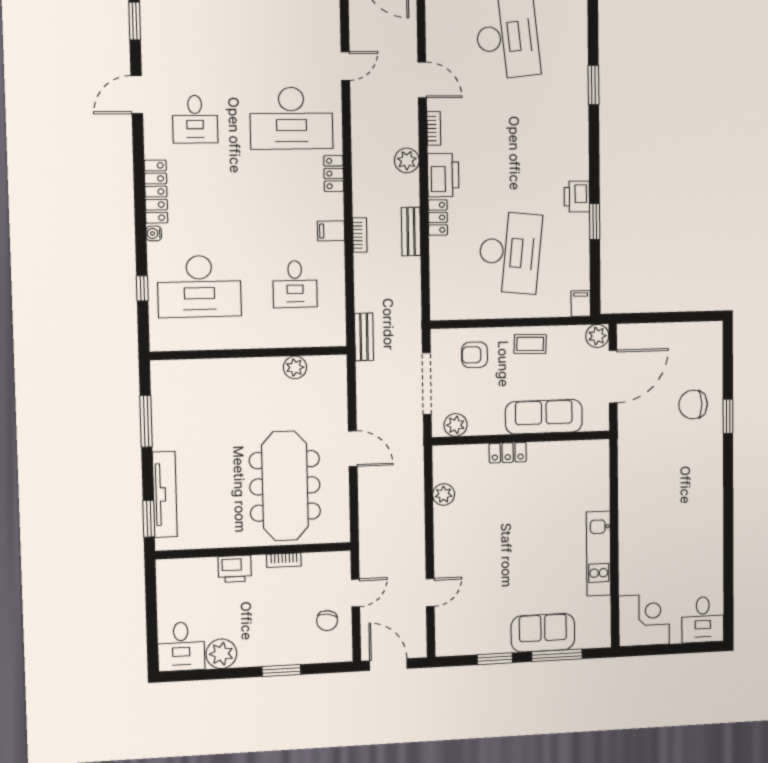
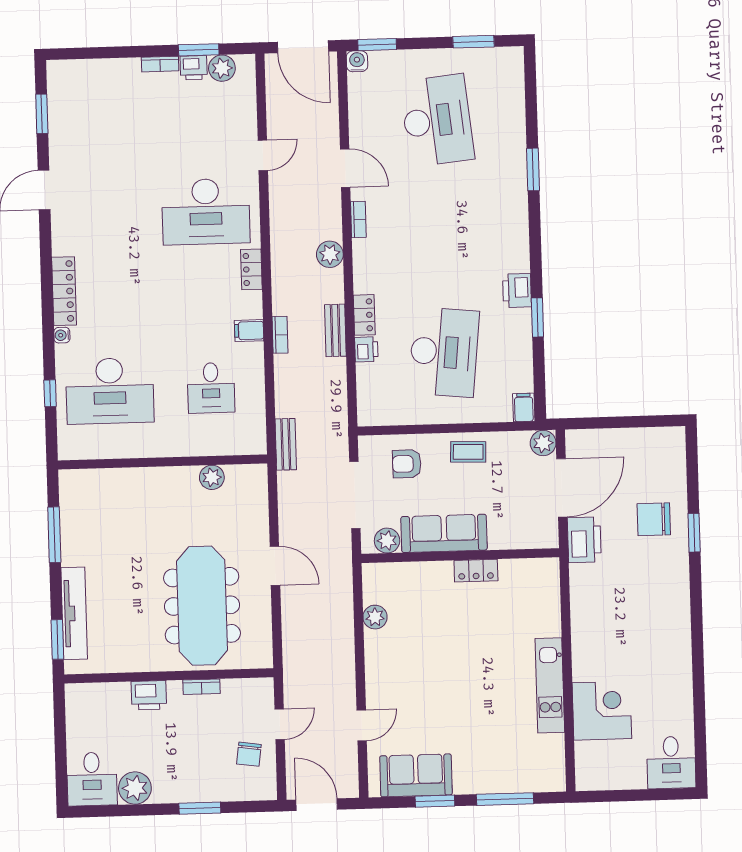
desk: (195, 119) -> (105, 215), removed
printer: (443, 175) -> (366, 349), moved, width x0.53, depth x0.68
sofa: (544, 417) -> (444, 533), moved
printer: (632, 423) -> (584, 540), added
locker: (508, 453) -> (476, 571), moved
corner desk: (644, 620) -> (602, 711), moved
sofa: (543, 633) -> (416, 775), moved

